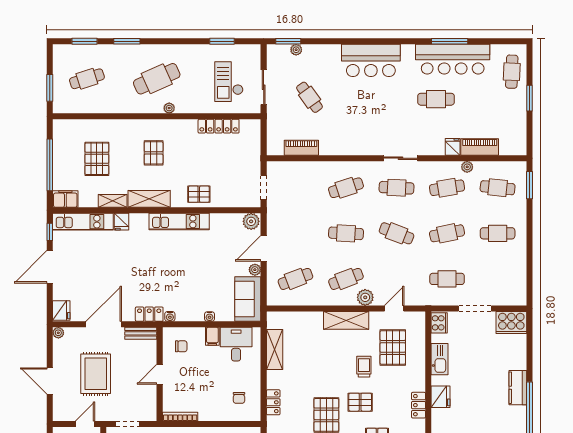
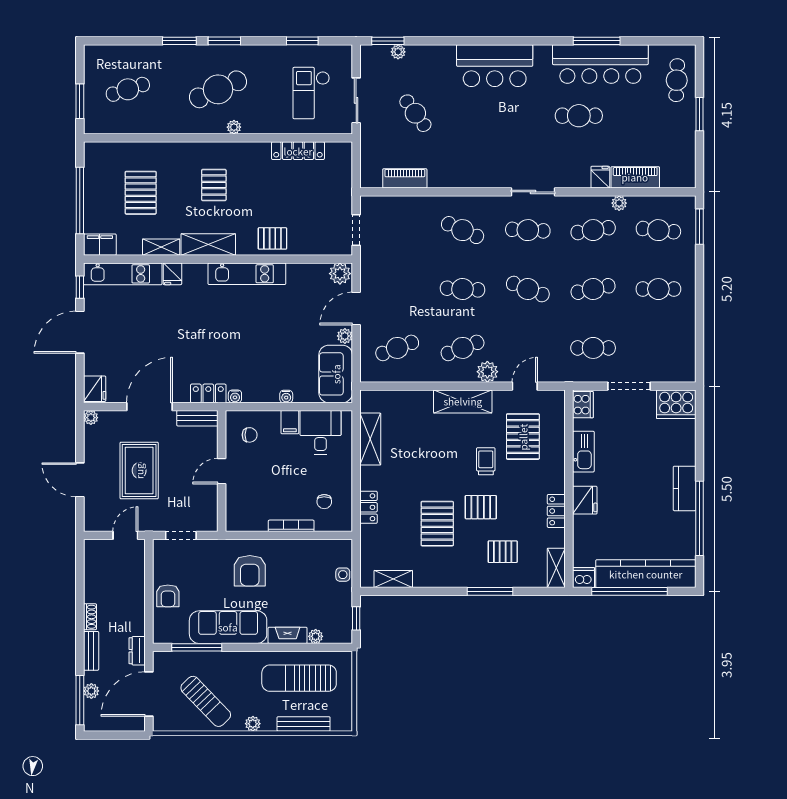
window: (85, 41) -> (224, 41), moved
cafe table: (346, 188) -> (463, 230), turned 42
bookcase: (180, 417) -> (291, 526), moved

